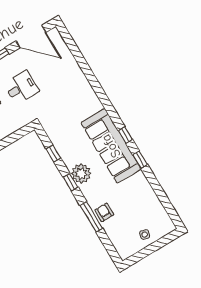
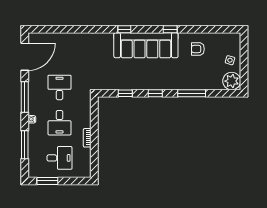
window: (125, 135) -> (124, 29), moved
plant: (81, 173) -> (232, 81), moved
armchair: (104, 212) -> (198, 49), moved

